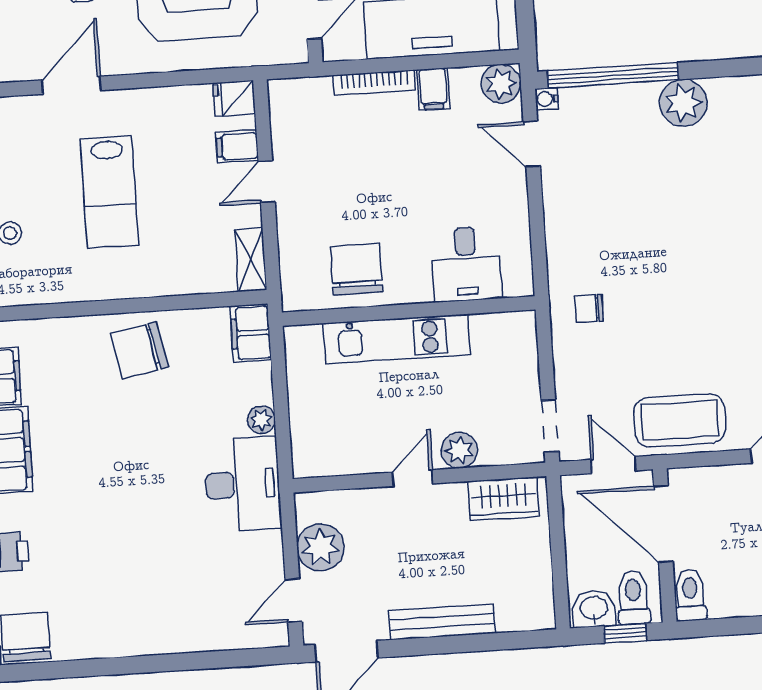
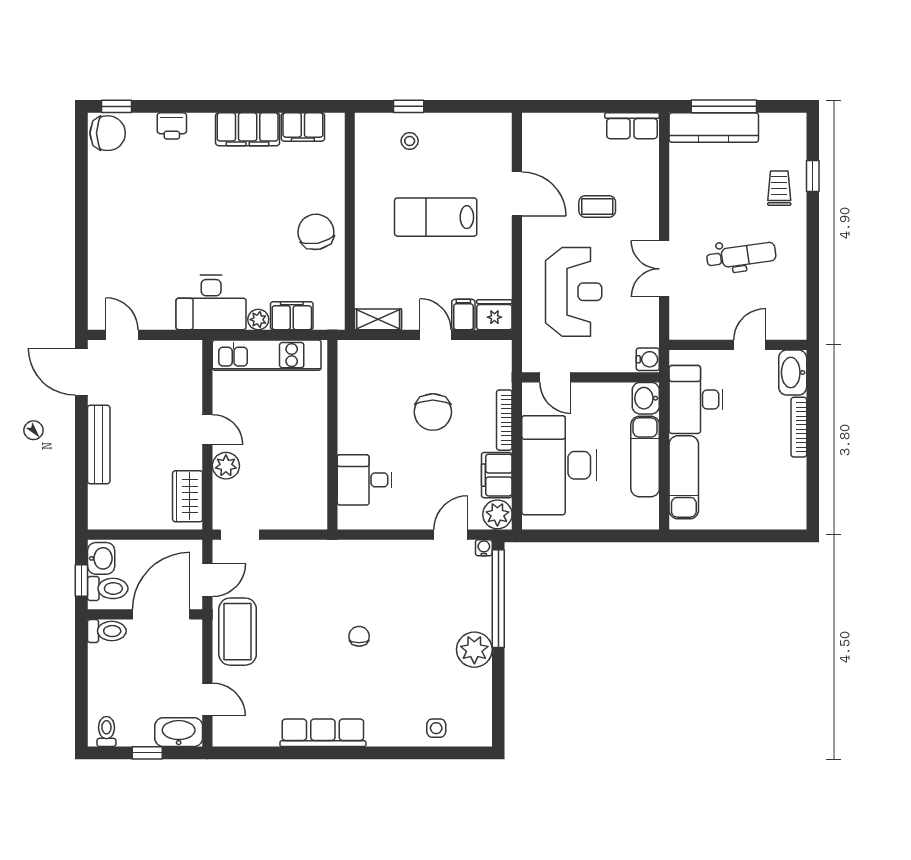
filing cabinet: (433, 89) -> (497, 475), width x2.00
fridge: (234, 98) -> (494, 315), width x1.38
chair: (357, 269) -> (433, 412), moved, turned 90
chair: (589, 309) -> (359, 636), moved
filing cabinet: (251, 333) -> (292, 316), moved
kitchen unit: (397, 339) -> (267, 355), moved, turned -90
plant: (320, 547) -> (160, 357), removed

